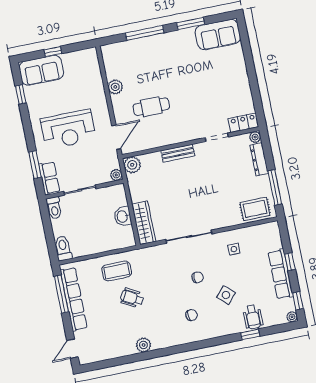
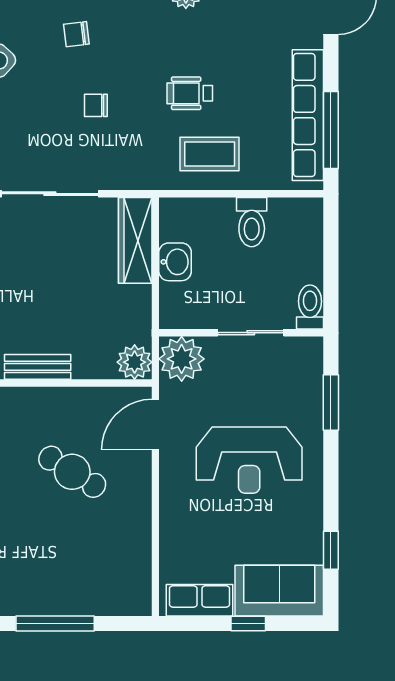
plant: (115, 87) -> (137, 527), removed
cafe table: (151, 107) -> (72, 472), turned 32
reception desk: (68, 129) -> (249, 460), turned 180
plant: (116, 175) -> (182, 359), width x1.87, depth x1.87
row of seats: (49, 178) -> (200, 600), moved, turned 90
toilet: (63, 248) -> (252, 222), moved
chair: (198, 277) -> (96, 105), moved
wheelchair: (132, 298) -> (190, 93), turned 151

